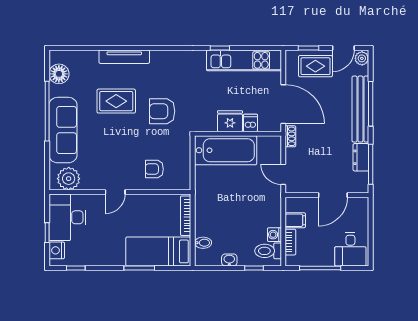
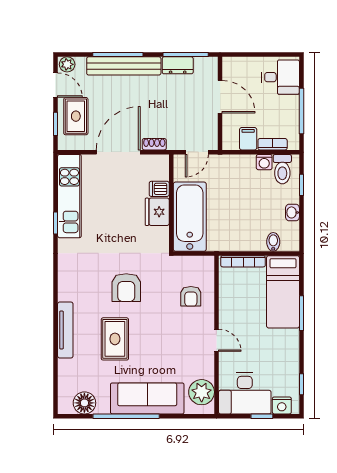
fridge: (230, 121) -> (157, 212), moved
dishwasher: (250, 123) -> (159, 189), moved
wall: (238, 134) -> (171, 203), moved
bathtub: (226, 150) -> (190, 217), moved

